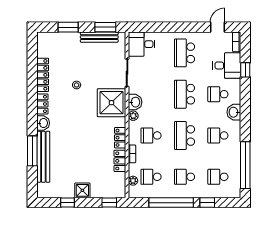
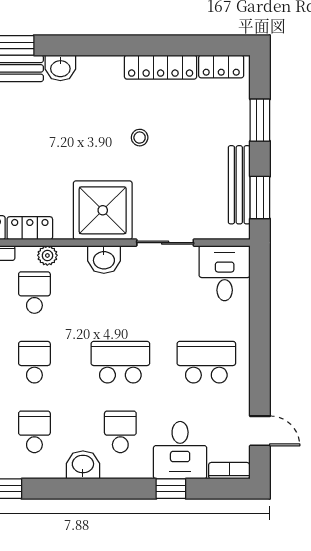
locker: (42, 104) -> (221, 66), moved
plant: (133, 116) -> (47, 255), moved
school desk: (184, 135) -> (34, 362), width x0.54

